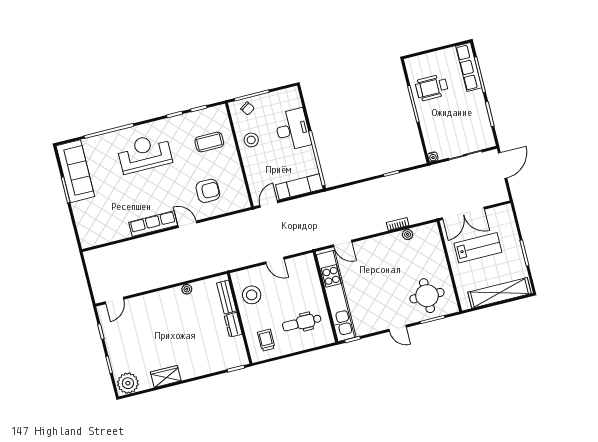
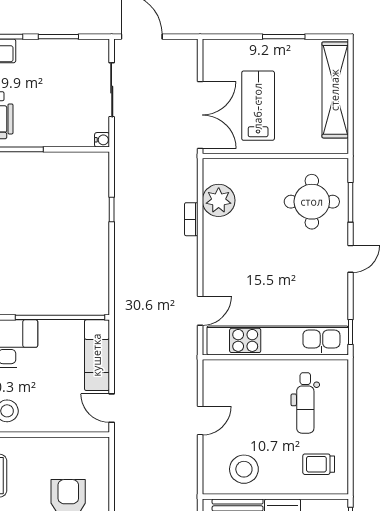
plant: (408, 234) -> (219, 200), width x1.87, depth x1.87

